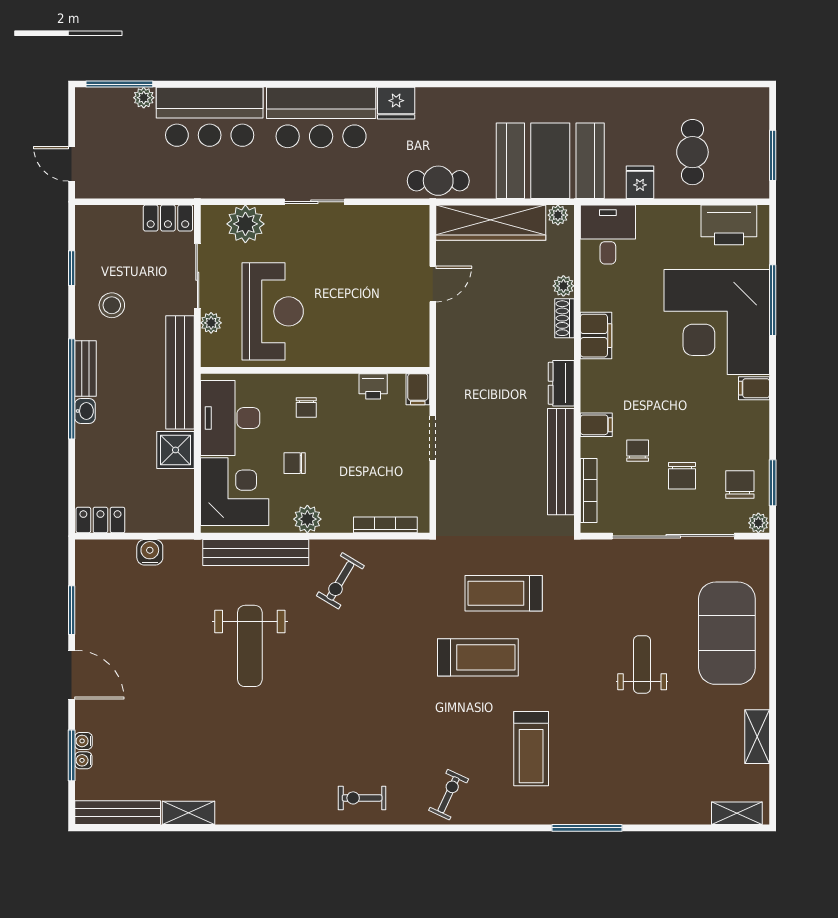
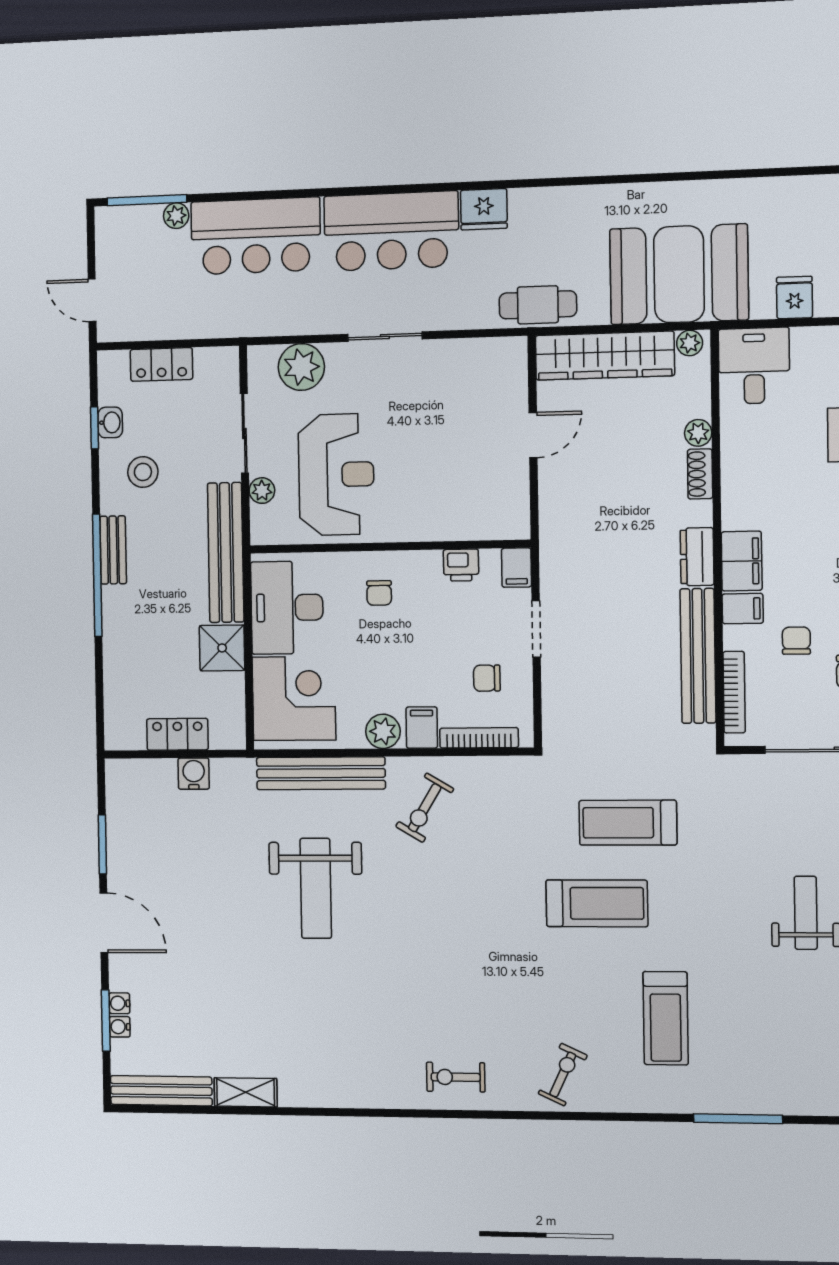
locker: (168, 218) -> (161, 364), moved
filing cabinet: (596, 336) -> (742, 561), moved
washbasin: (85, 411) -> (110, 422), moved
chair: (295, 463) -> (487, 678), moved
filing cabinet: (339, 516) -> (422, 728), added
locker: (100, 520) -> (177, 734), moved

